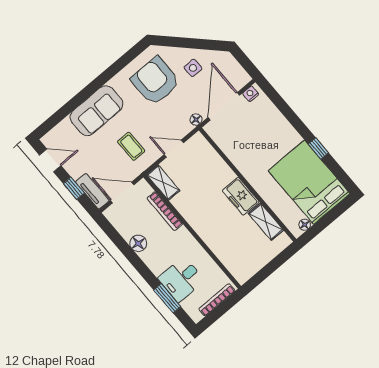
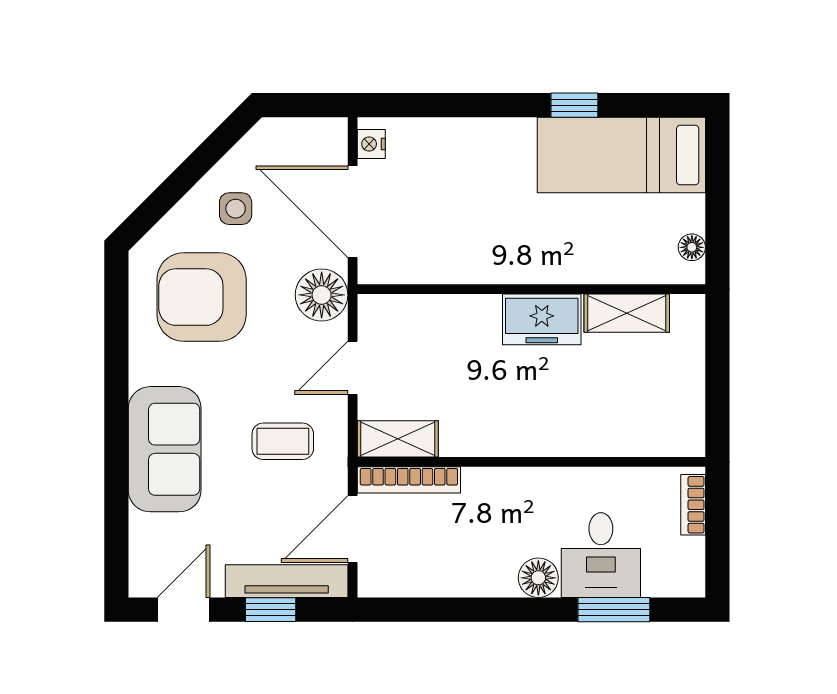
floor lamp: (196, 120) -> (322, 295), width x1.89, depth x1.89
bed: (309, 182) -> (621, 155), width x0.67
tv unit: (92, 191) -> (287, 581), width x1.41
bookcase: (165, 211) -> (409, 480), moved
floor lamp: (138, 243) -> (538, 578), moved
bookcase: (217, 300) -> (693, 505), width x0.64

